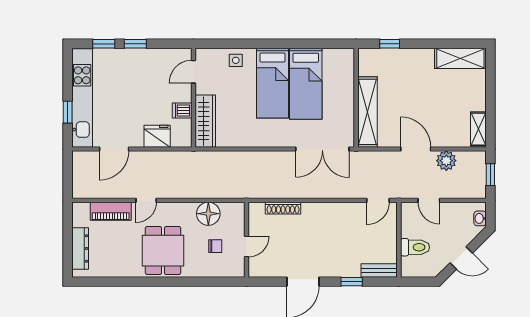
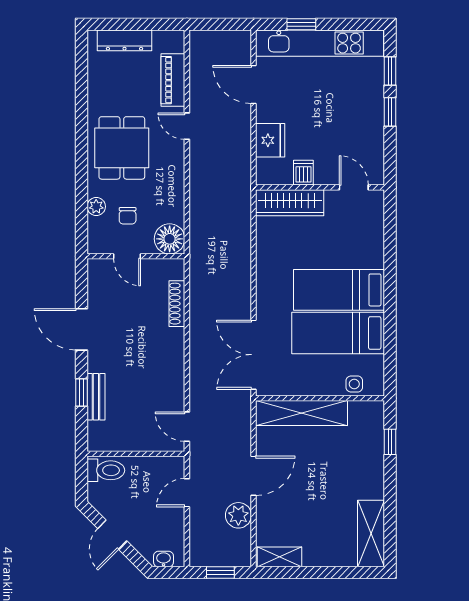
side table: (236, 60) -> (354, 384), moved
floor lamp: (208, 214) -> (170, 239), moved
toilet: (415, 247) -> (106, 470), moved, turned -90
dining table: (163, 251) -> (122, 148), turned 90
plant: (208, 270) -> (96, 207), added
bench: (379, 270) -> (96, 397), moved

